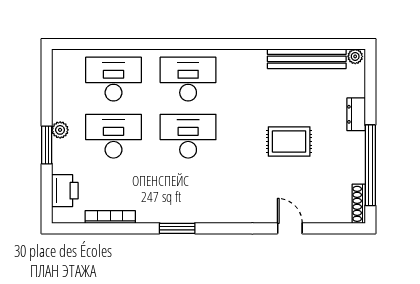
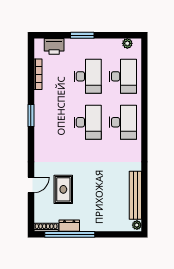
dresser: (356, 114) -> (69, 226), moved
plant: (60, 130) -> (127, 43), moved
rug: (289, 141) -> (63, 189), moved

